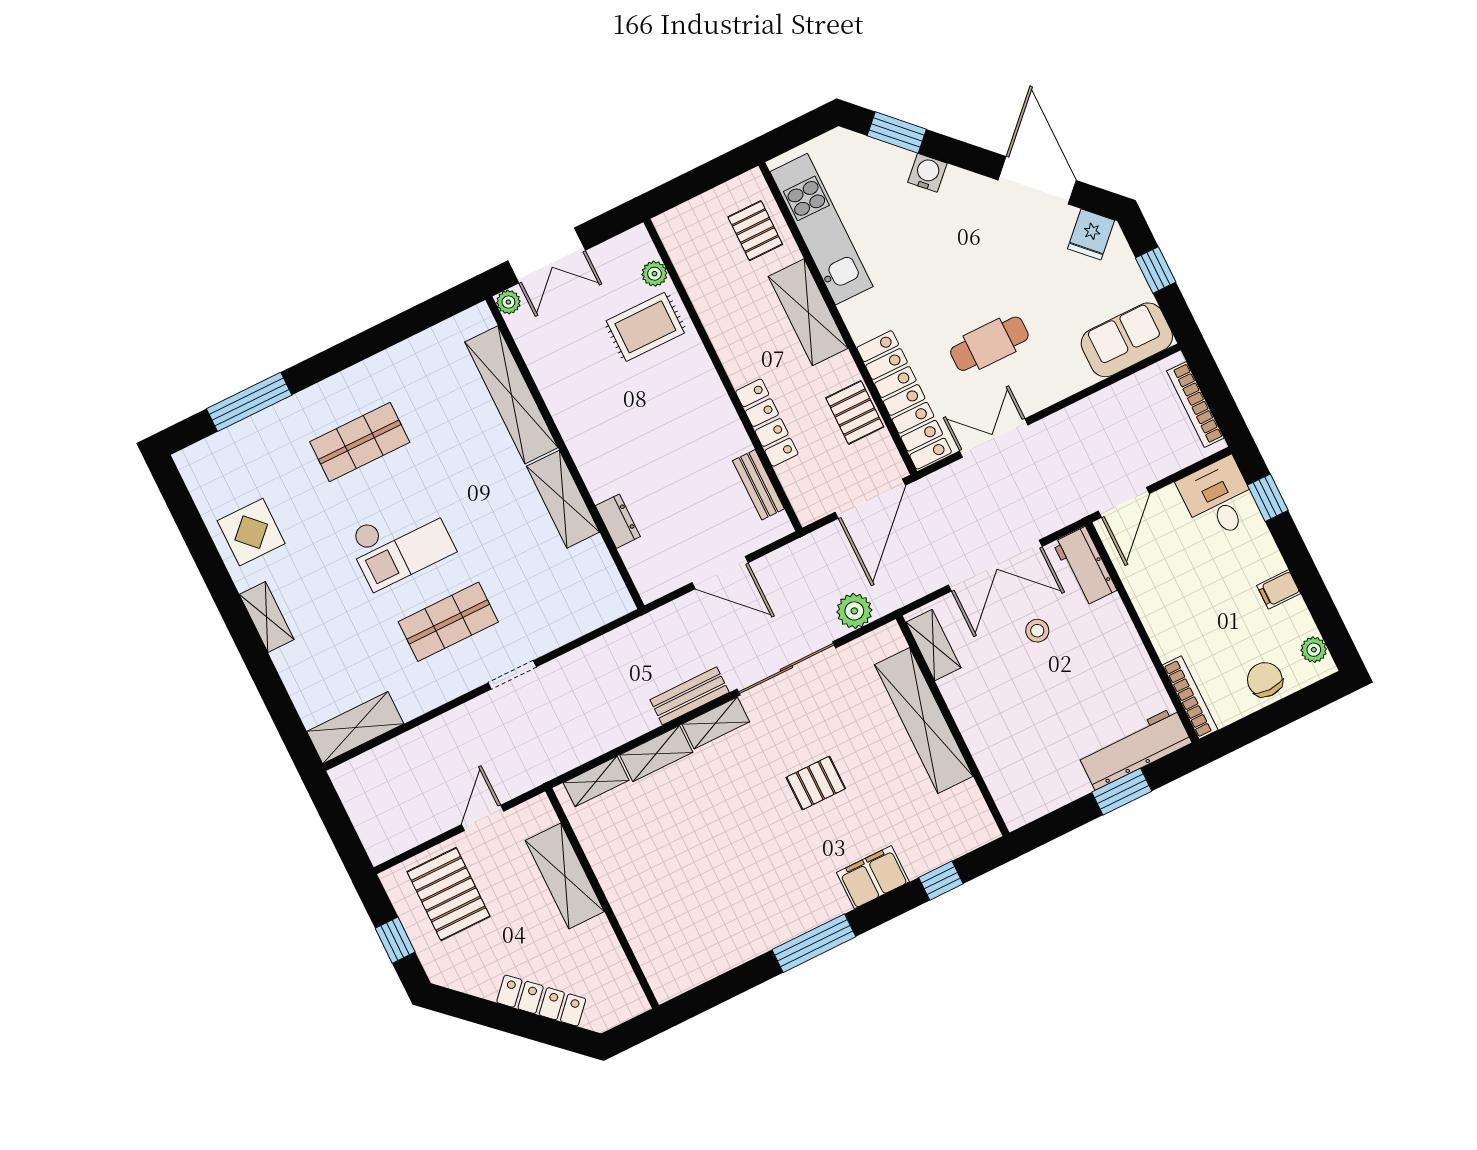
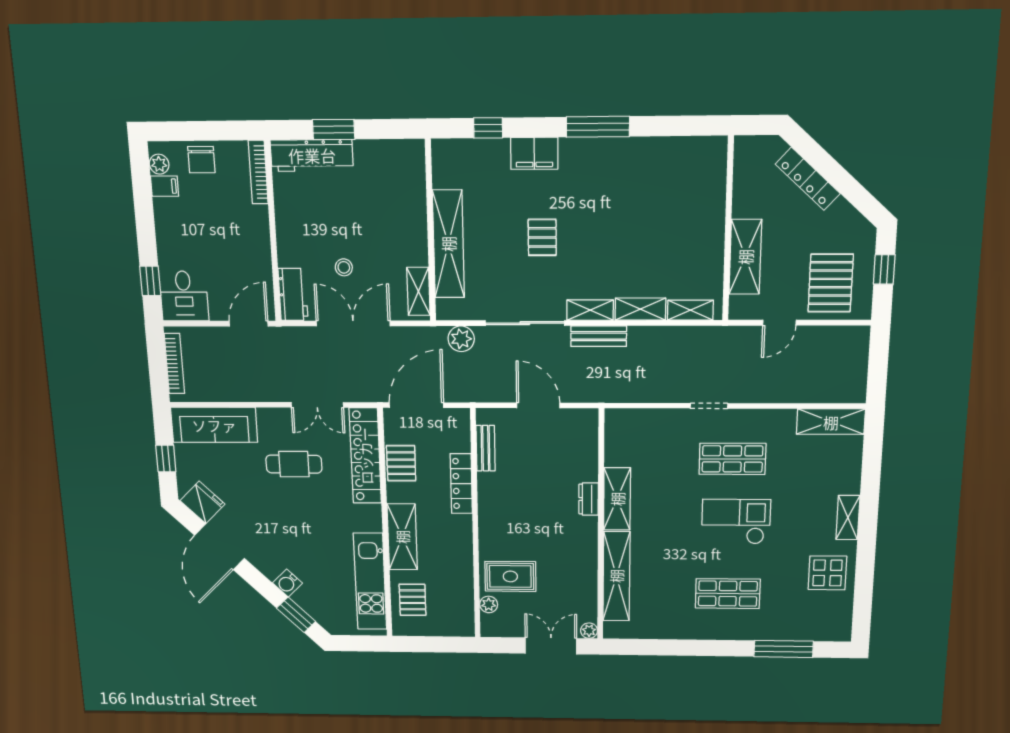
fridge: (1091, 234) -> (202, 502), width x1.38
sofa: (1127, 340) -> (214, 425), width x1.36
dresser: (618, 521) -> (589, 499), moved
filing cabinet: (1279, 589) -> (165, 186), moved
pallet: (816, 783) -> (542, 237), turned 90

